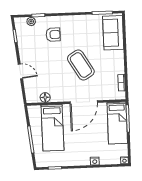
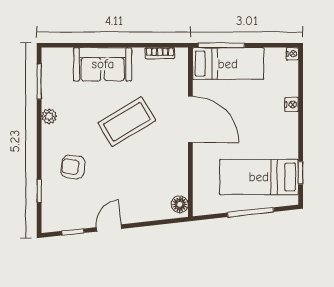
plant: (31, 21) -> (49, 116), moved
sofa: (113, 33) -> (103, 64), moved
armchair: (53, 35) -> (73, 167), turned -83
door: (20, 71) -> (109, 228), moved
floor lamp: (45, 97) -> (180, 204), moved
bed: (53, 128) -> (259, 177), moved, turned 180

